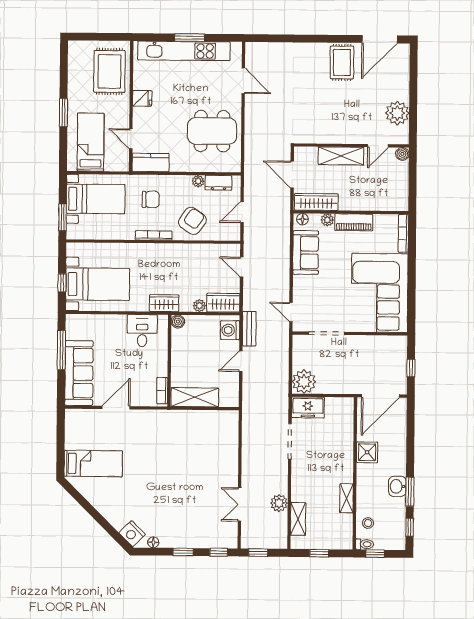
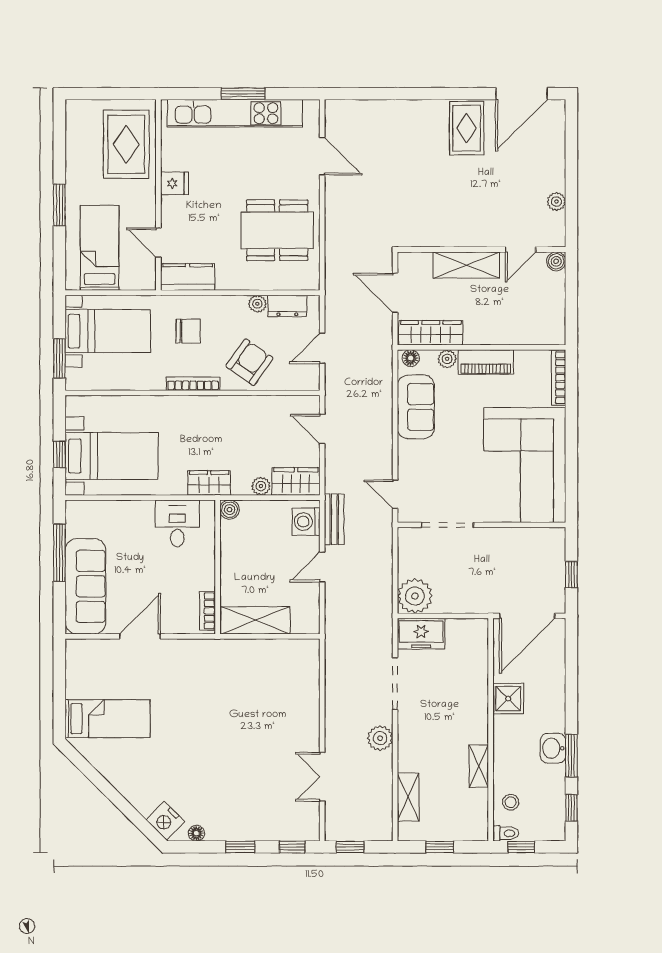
plant: (397, 113) -> (556, 202), width x0.53, depth x0.53
plant: (279, 503) -> (380, 738), moved

